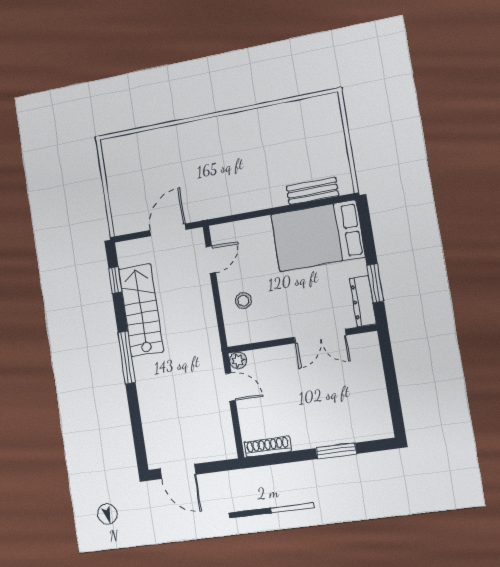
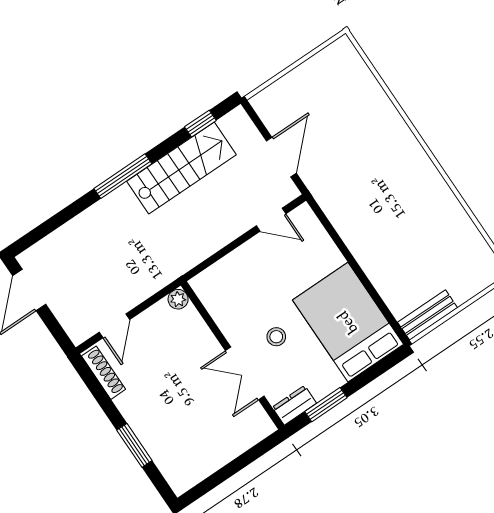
bench: (313, 191) -> (428, 315), moved, turned 90
door: (168, 230) -> (281, 157), hinge flipped
stool: (243, 301) -> (276, 337), moved
dresser: (363, 301) -> (294, 405), width x0.70
door: (230, 387) -> (114, 326), moved

